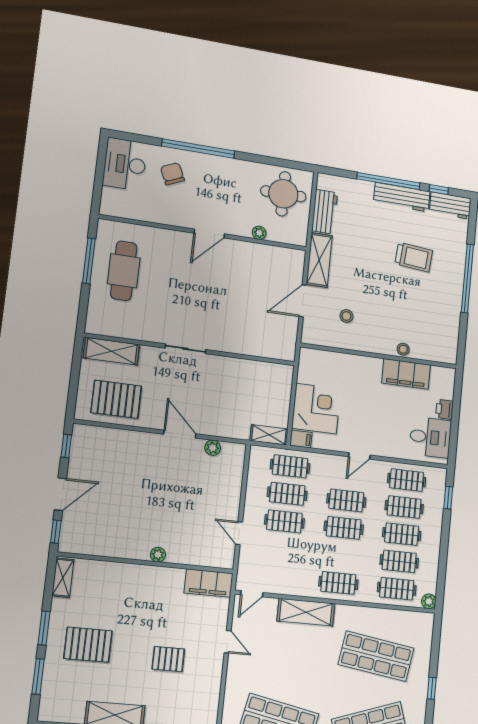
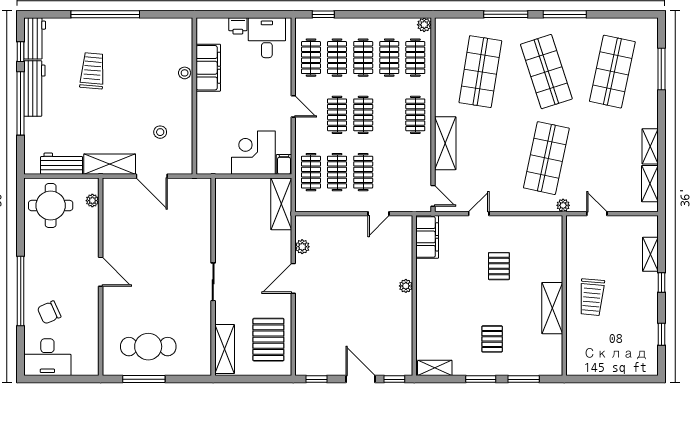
plant: (259, 233) -> (92, 201), moved
shelving: (269, 435) -> (281, 204), width x1.50, depth x1.33
pallet: (88, 645) -> (492, 339), width x0.67, depth x0.71
window: (432, 688) -> (506, 14), width x2.17

